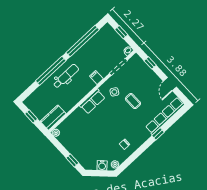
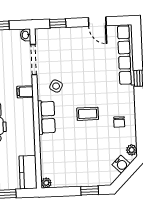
coffee table: (133, 101) -> (88, 114), moved

